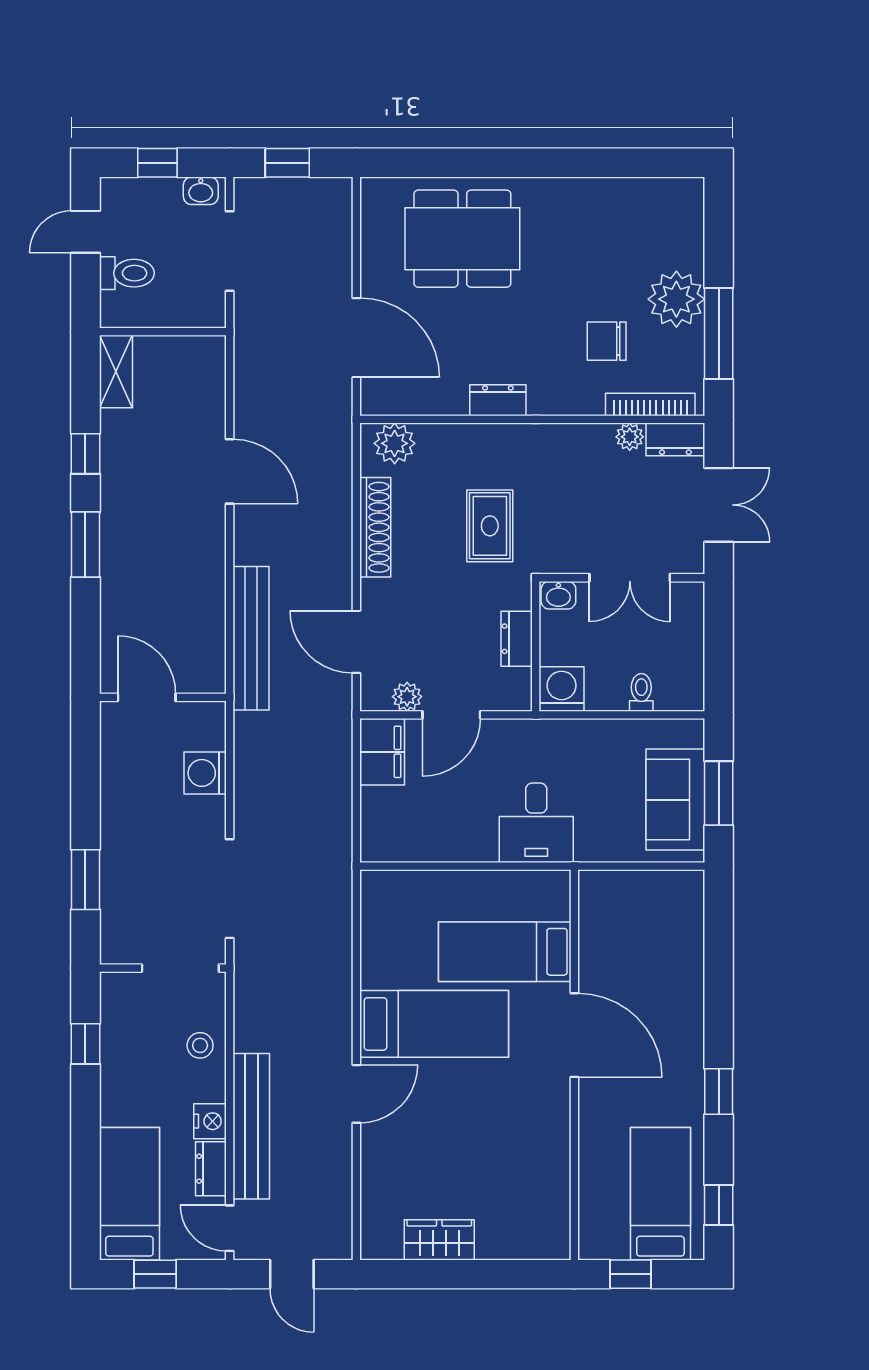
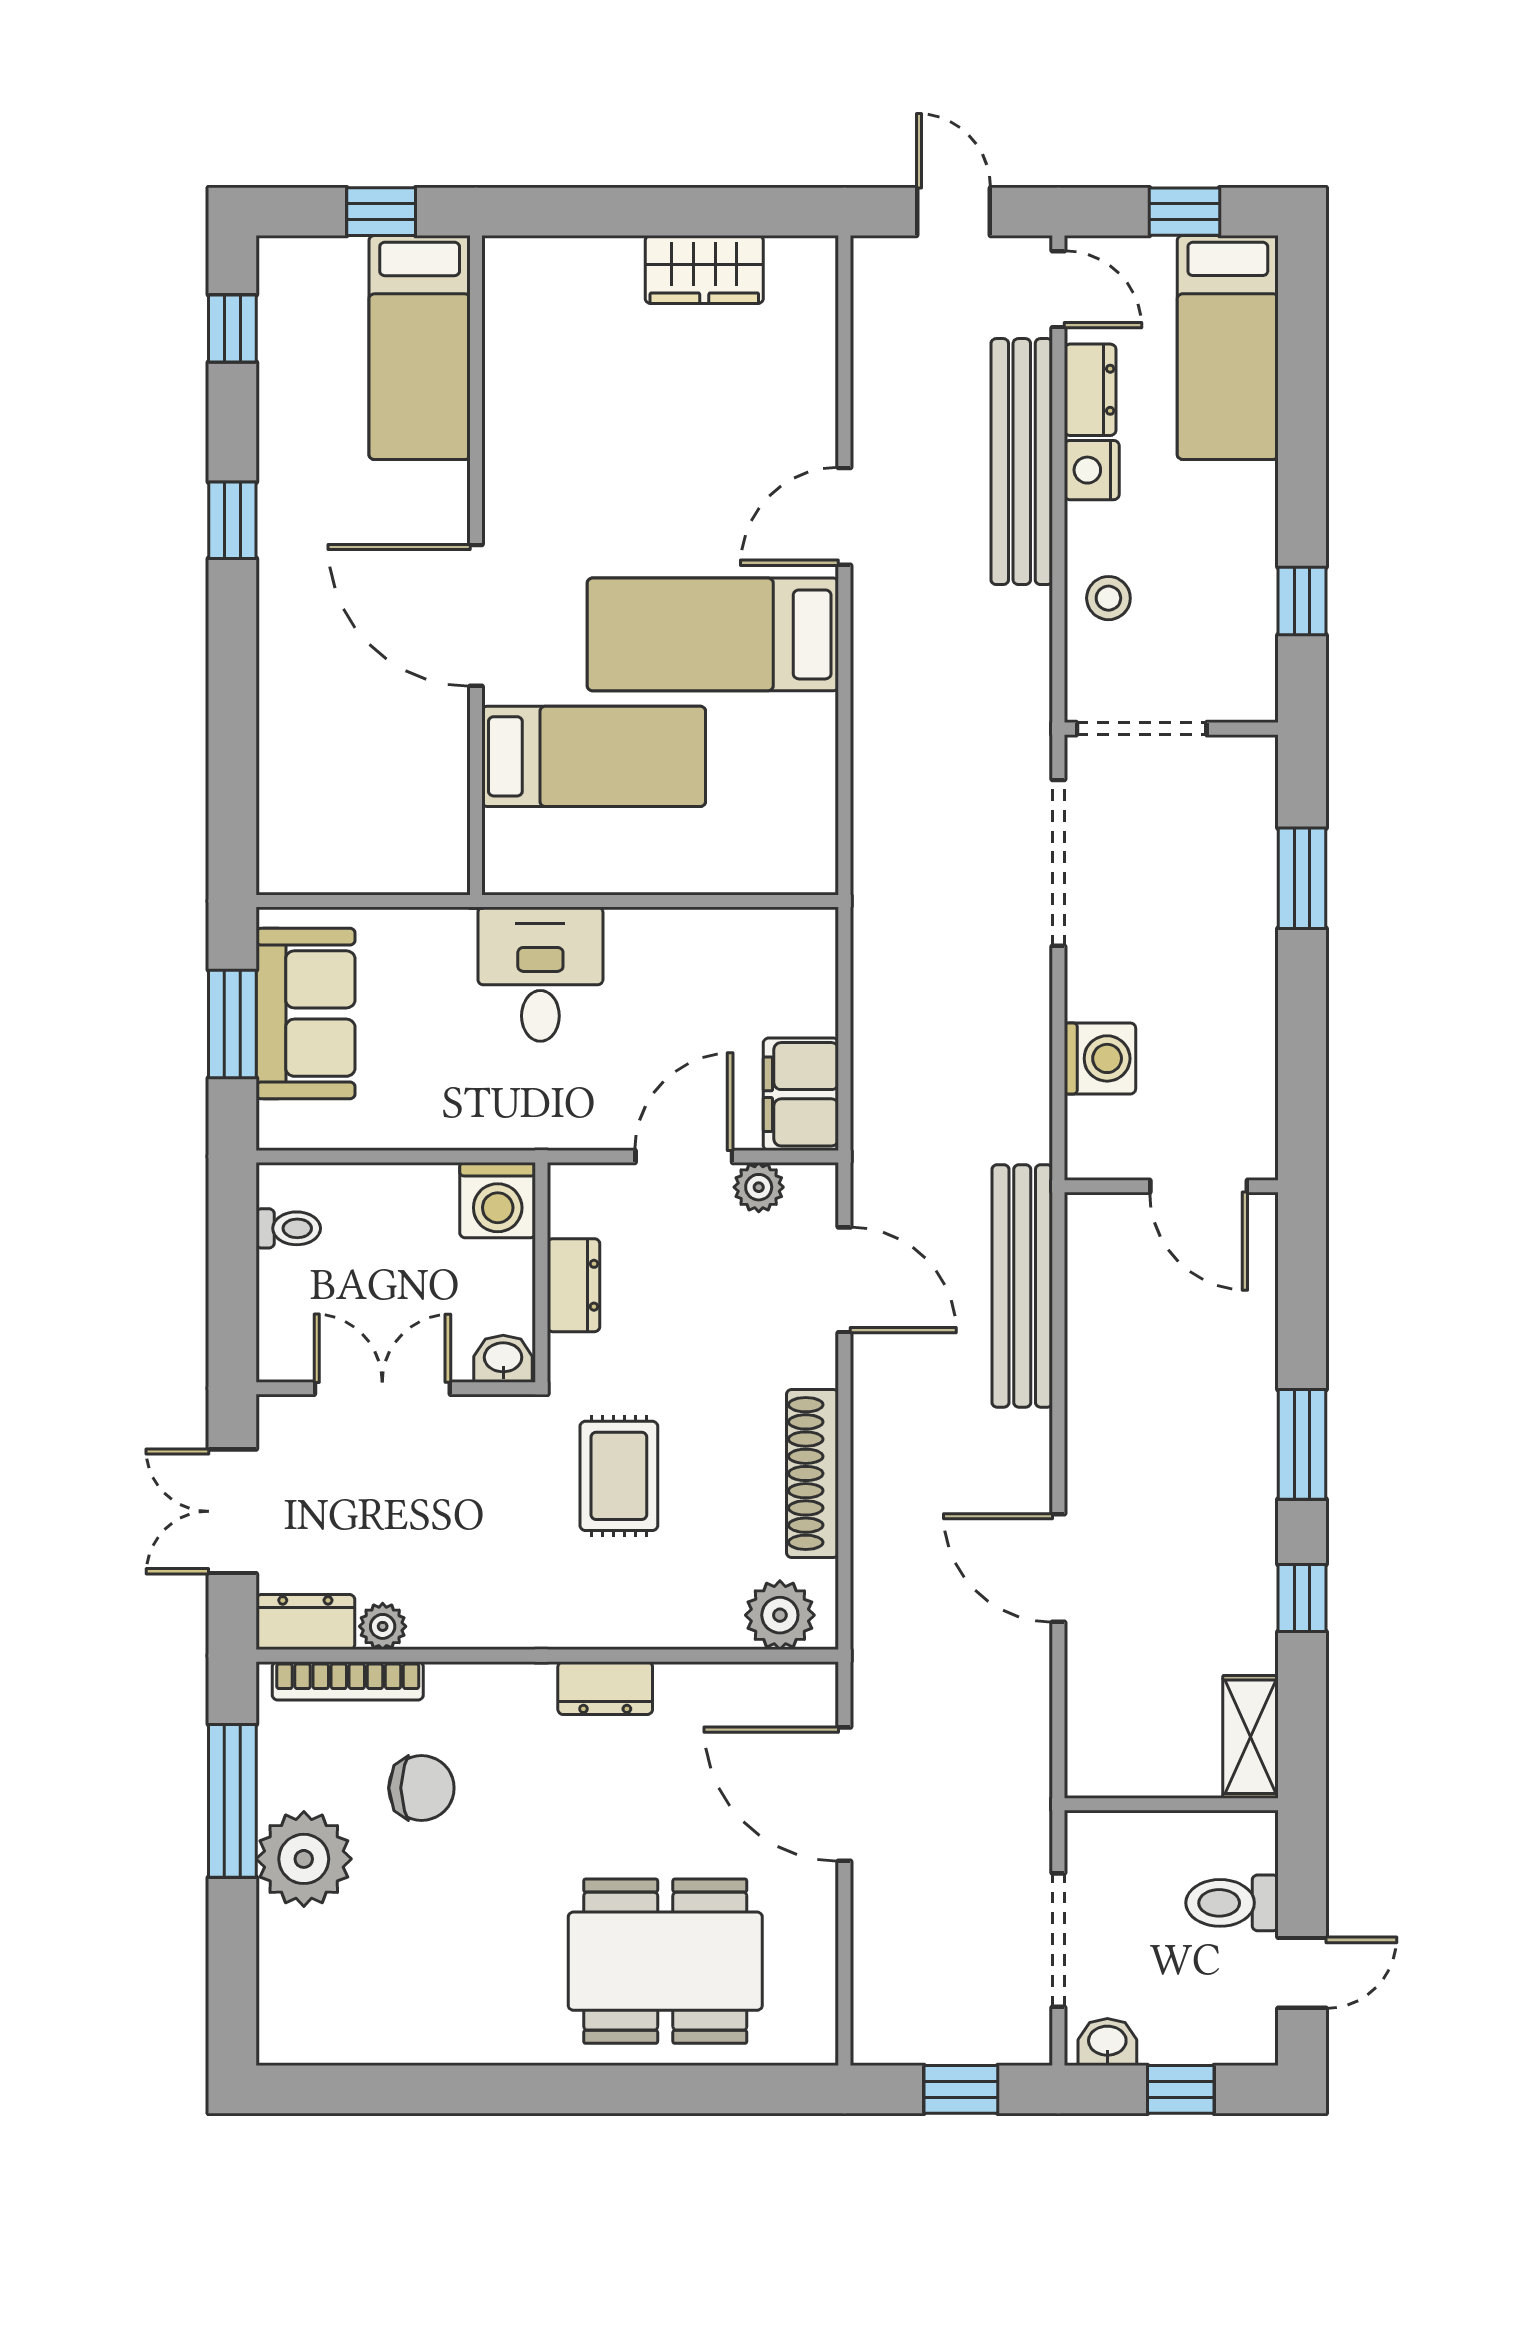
toilet: (641, 692) -> (288, 1228), moved, turned -90
bed: (660, 1194) -> (420, 348), moved

